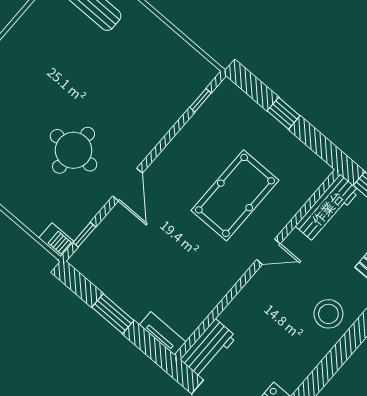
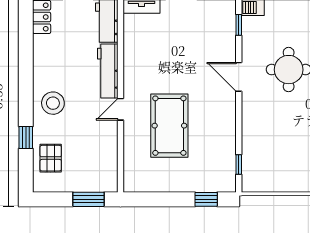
window: (284, 113) -> (206, 199), moved
workbench: (327, 208) -> (108, 71), moved

